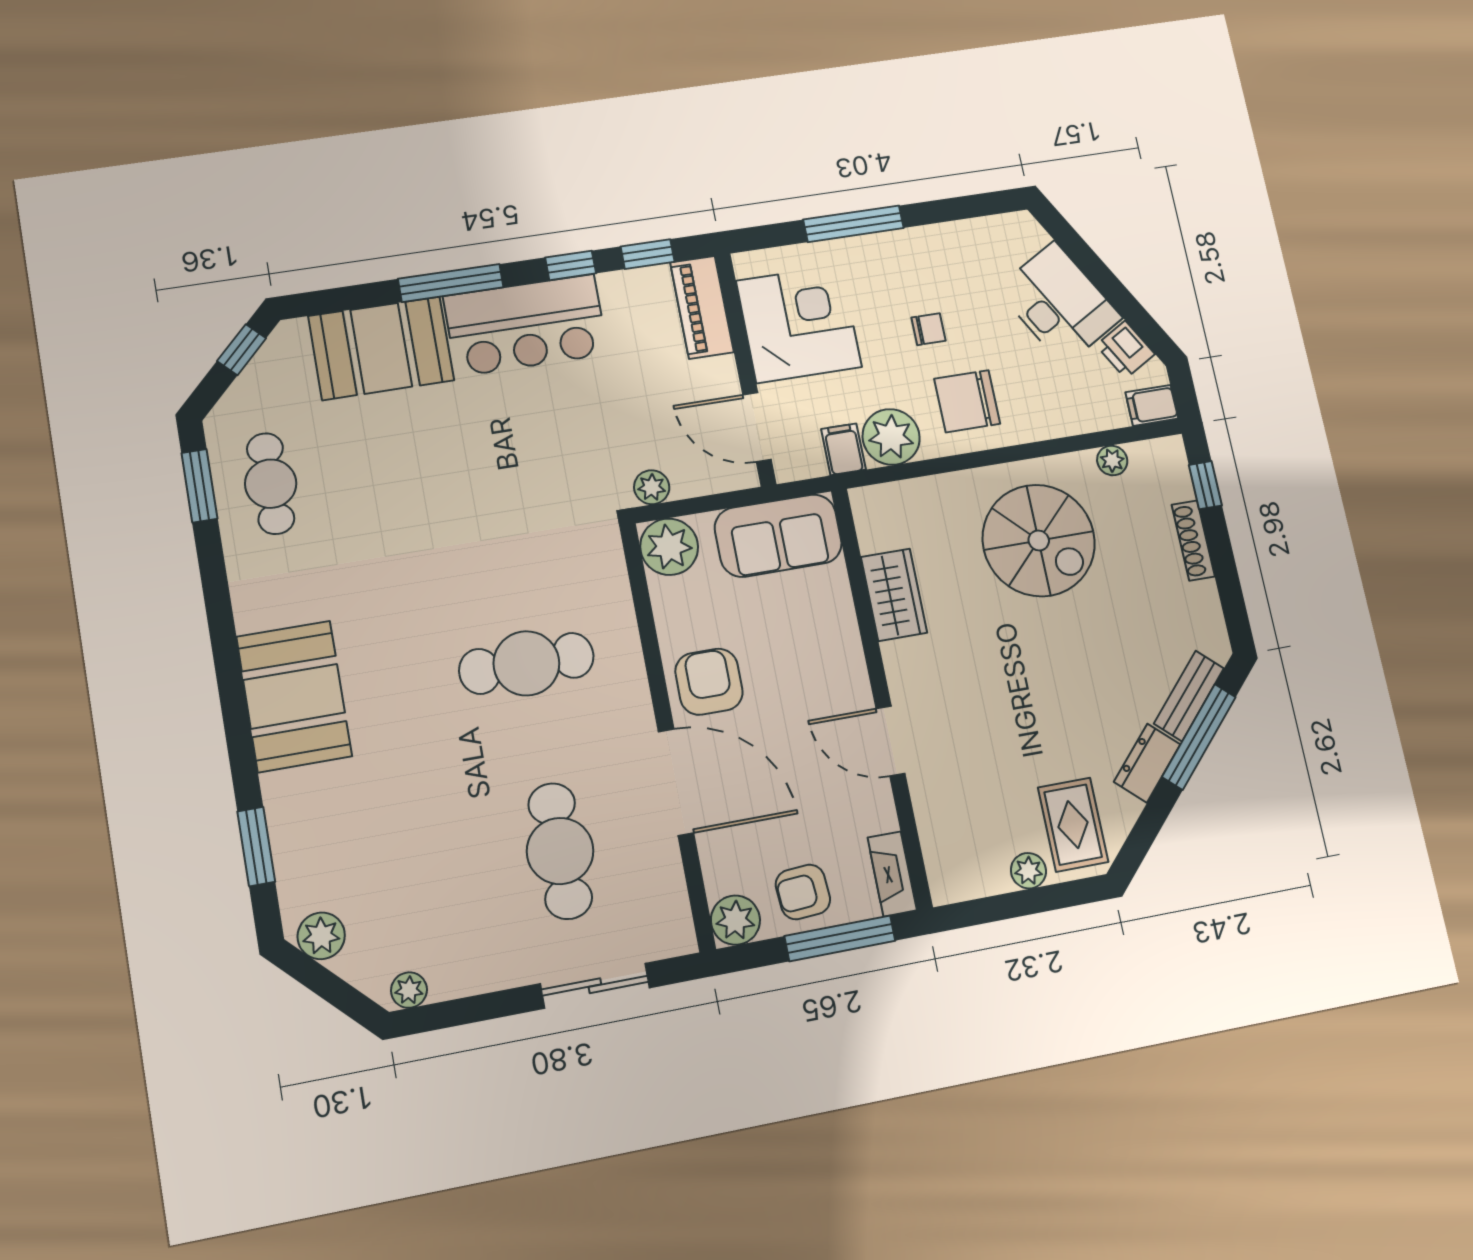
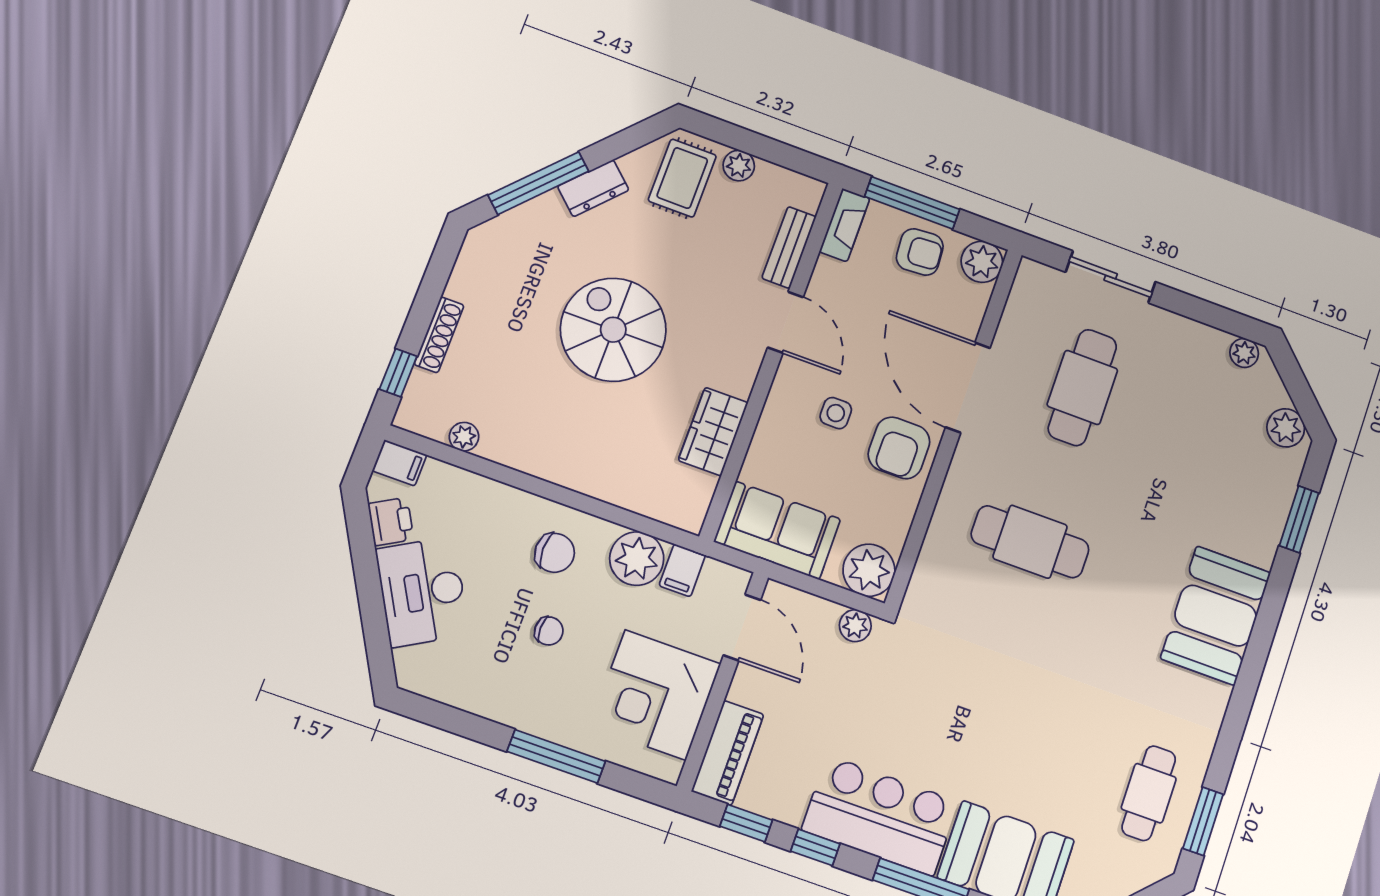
chair: (929, 329) -> (549, 631), turned 180
chair: (967, 401) -> (555, 553), width x0.73, depth x0.73
spiral stairs: (1039, 540) -> (613, 330), moved
side table: (790, 680) -> (836, 413), added
bench: (1189, 696) -> (789, 247), moved, turned -43

